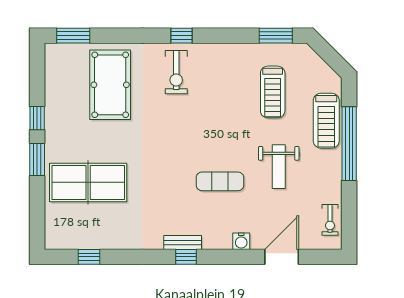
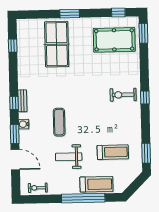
pool table: (110, 85) -> (114, 40), moved
treadmill: (273, 92) -> (113, 152), turned 180
window: (37, 118) -> (118, 13), moved
treadmill: (326, 121) -> (96, 184), turned 180
water cooler: (241, 241) -> (24, 124), moved
window: (238, 257) -> (15, 134), added

